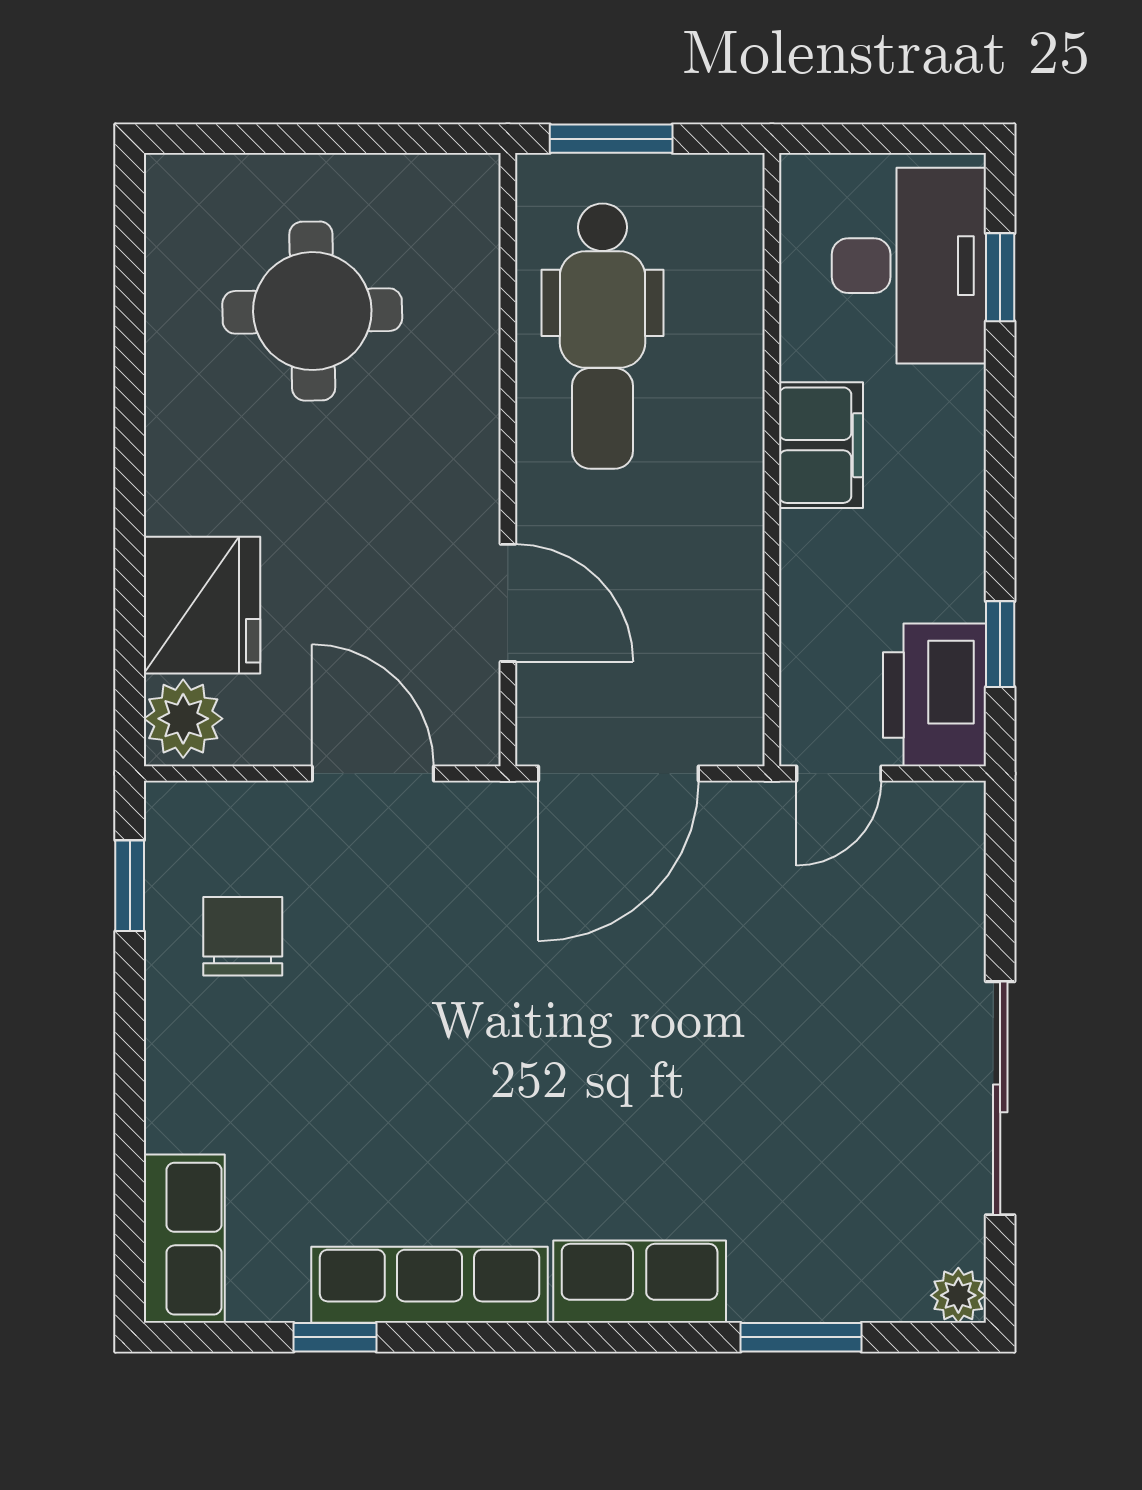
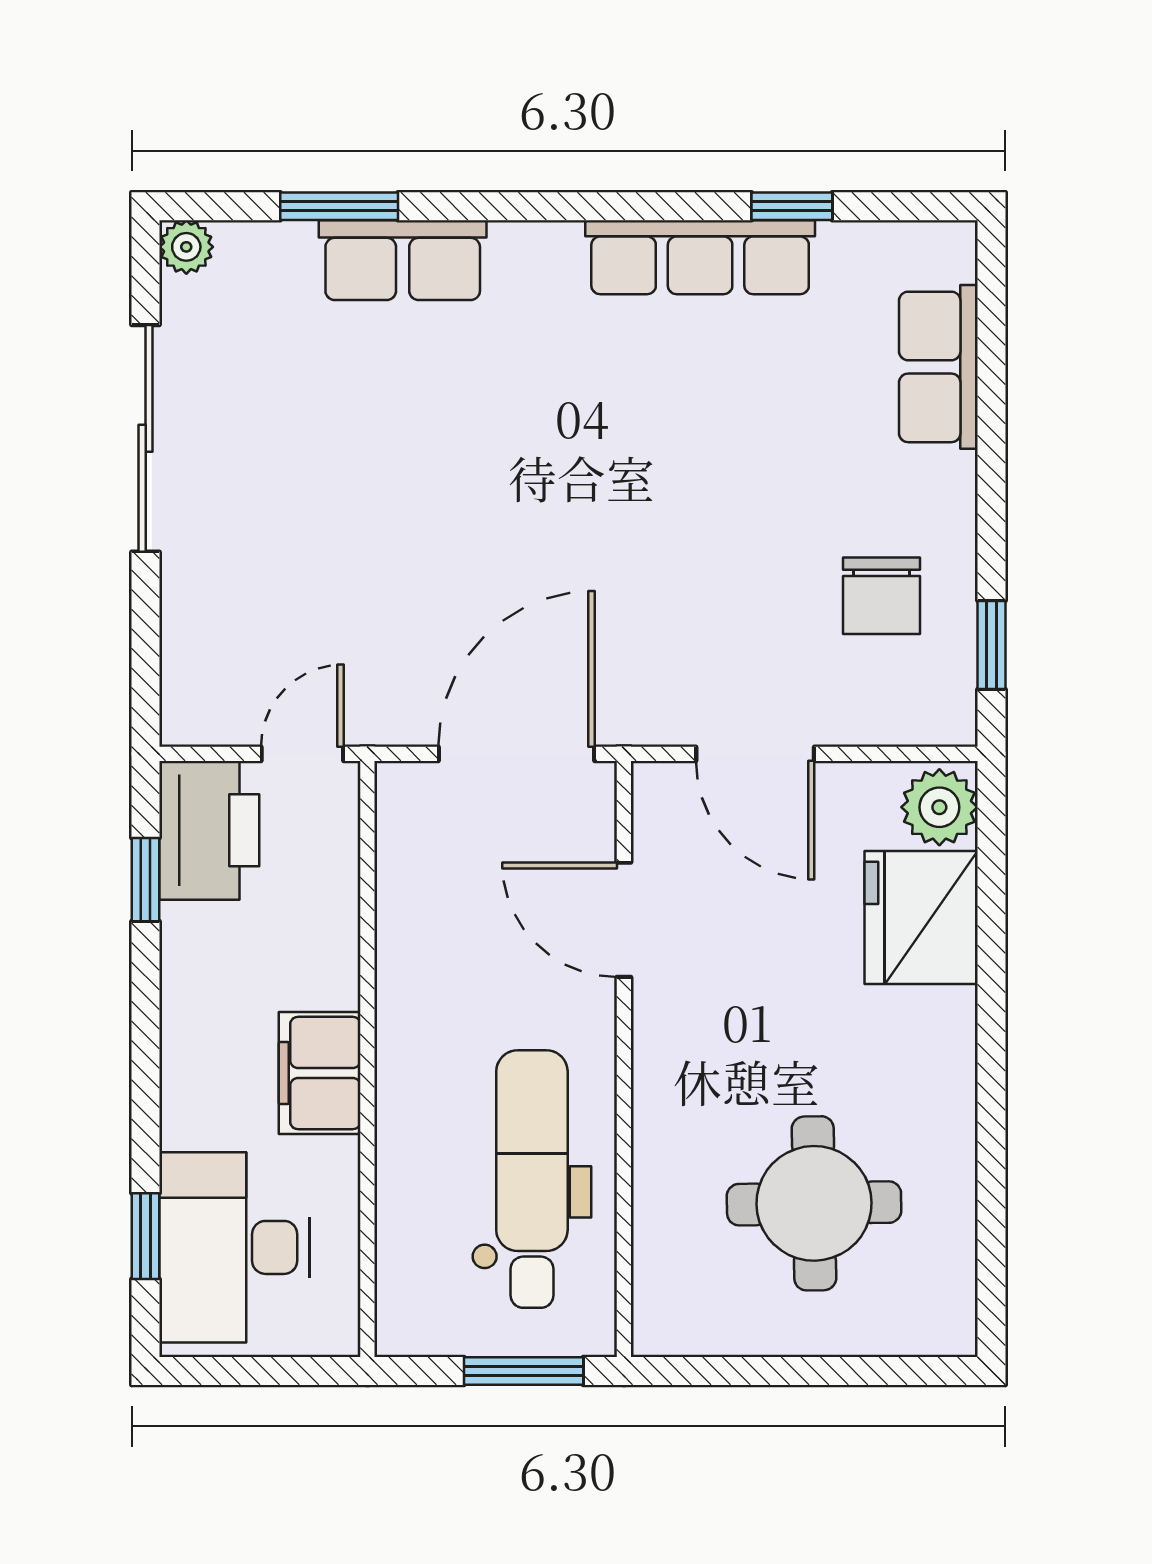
row of seats: (184, 1239) -> (938, 367), moved
row of seats: (640, 1282) -> (403, 260), moved

